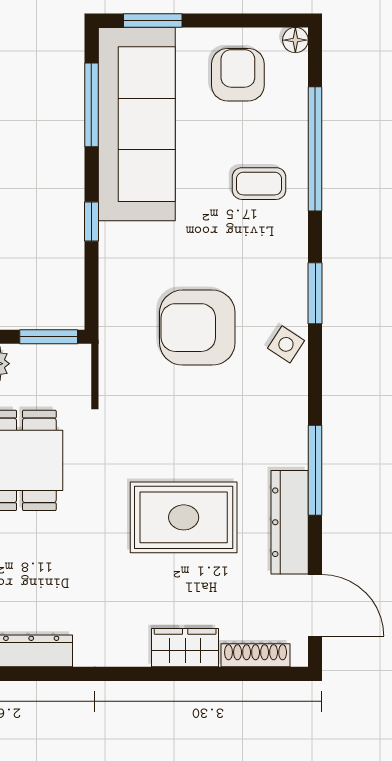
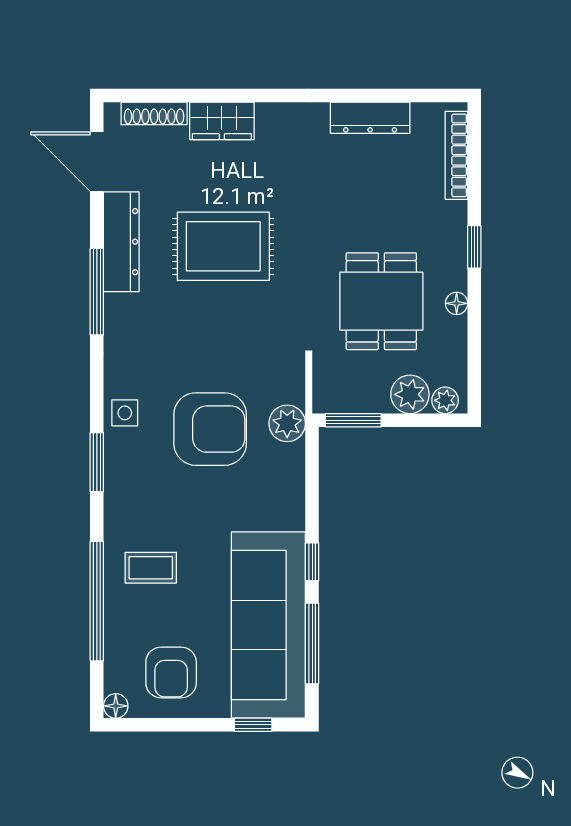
window: (153, 20) -> (253, 725), width x0.67
window: (91, 221) -> (312, 562), moved
plant: (117, 333) -> (287, 423), added
side table: (286, 344) -> (125, 413), turned -33

